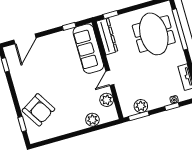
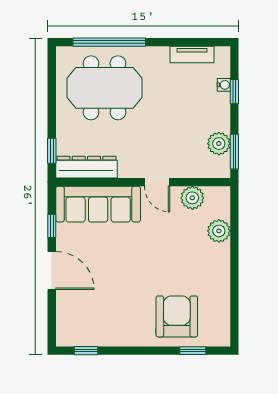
door: (25, 39) -> (52, 271), moved
armchair: (39, 110) -> (177, 316), turned -58

